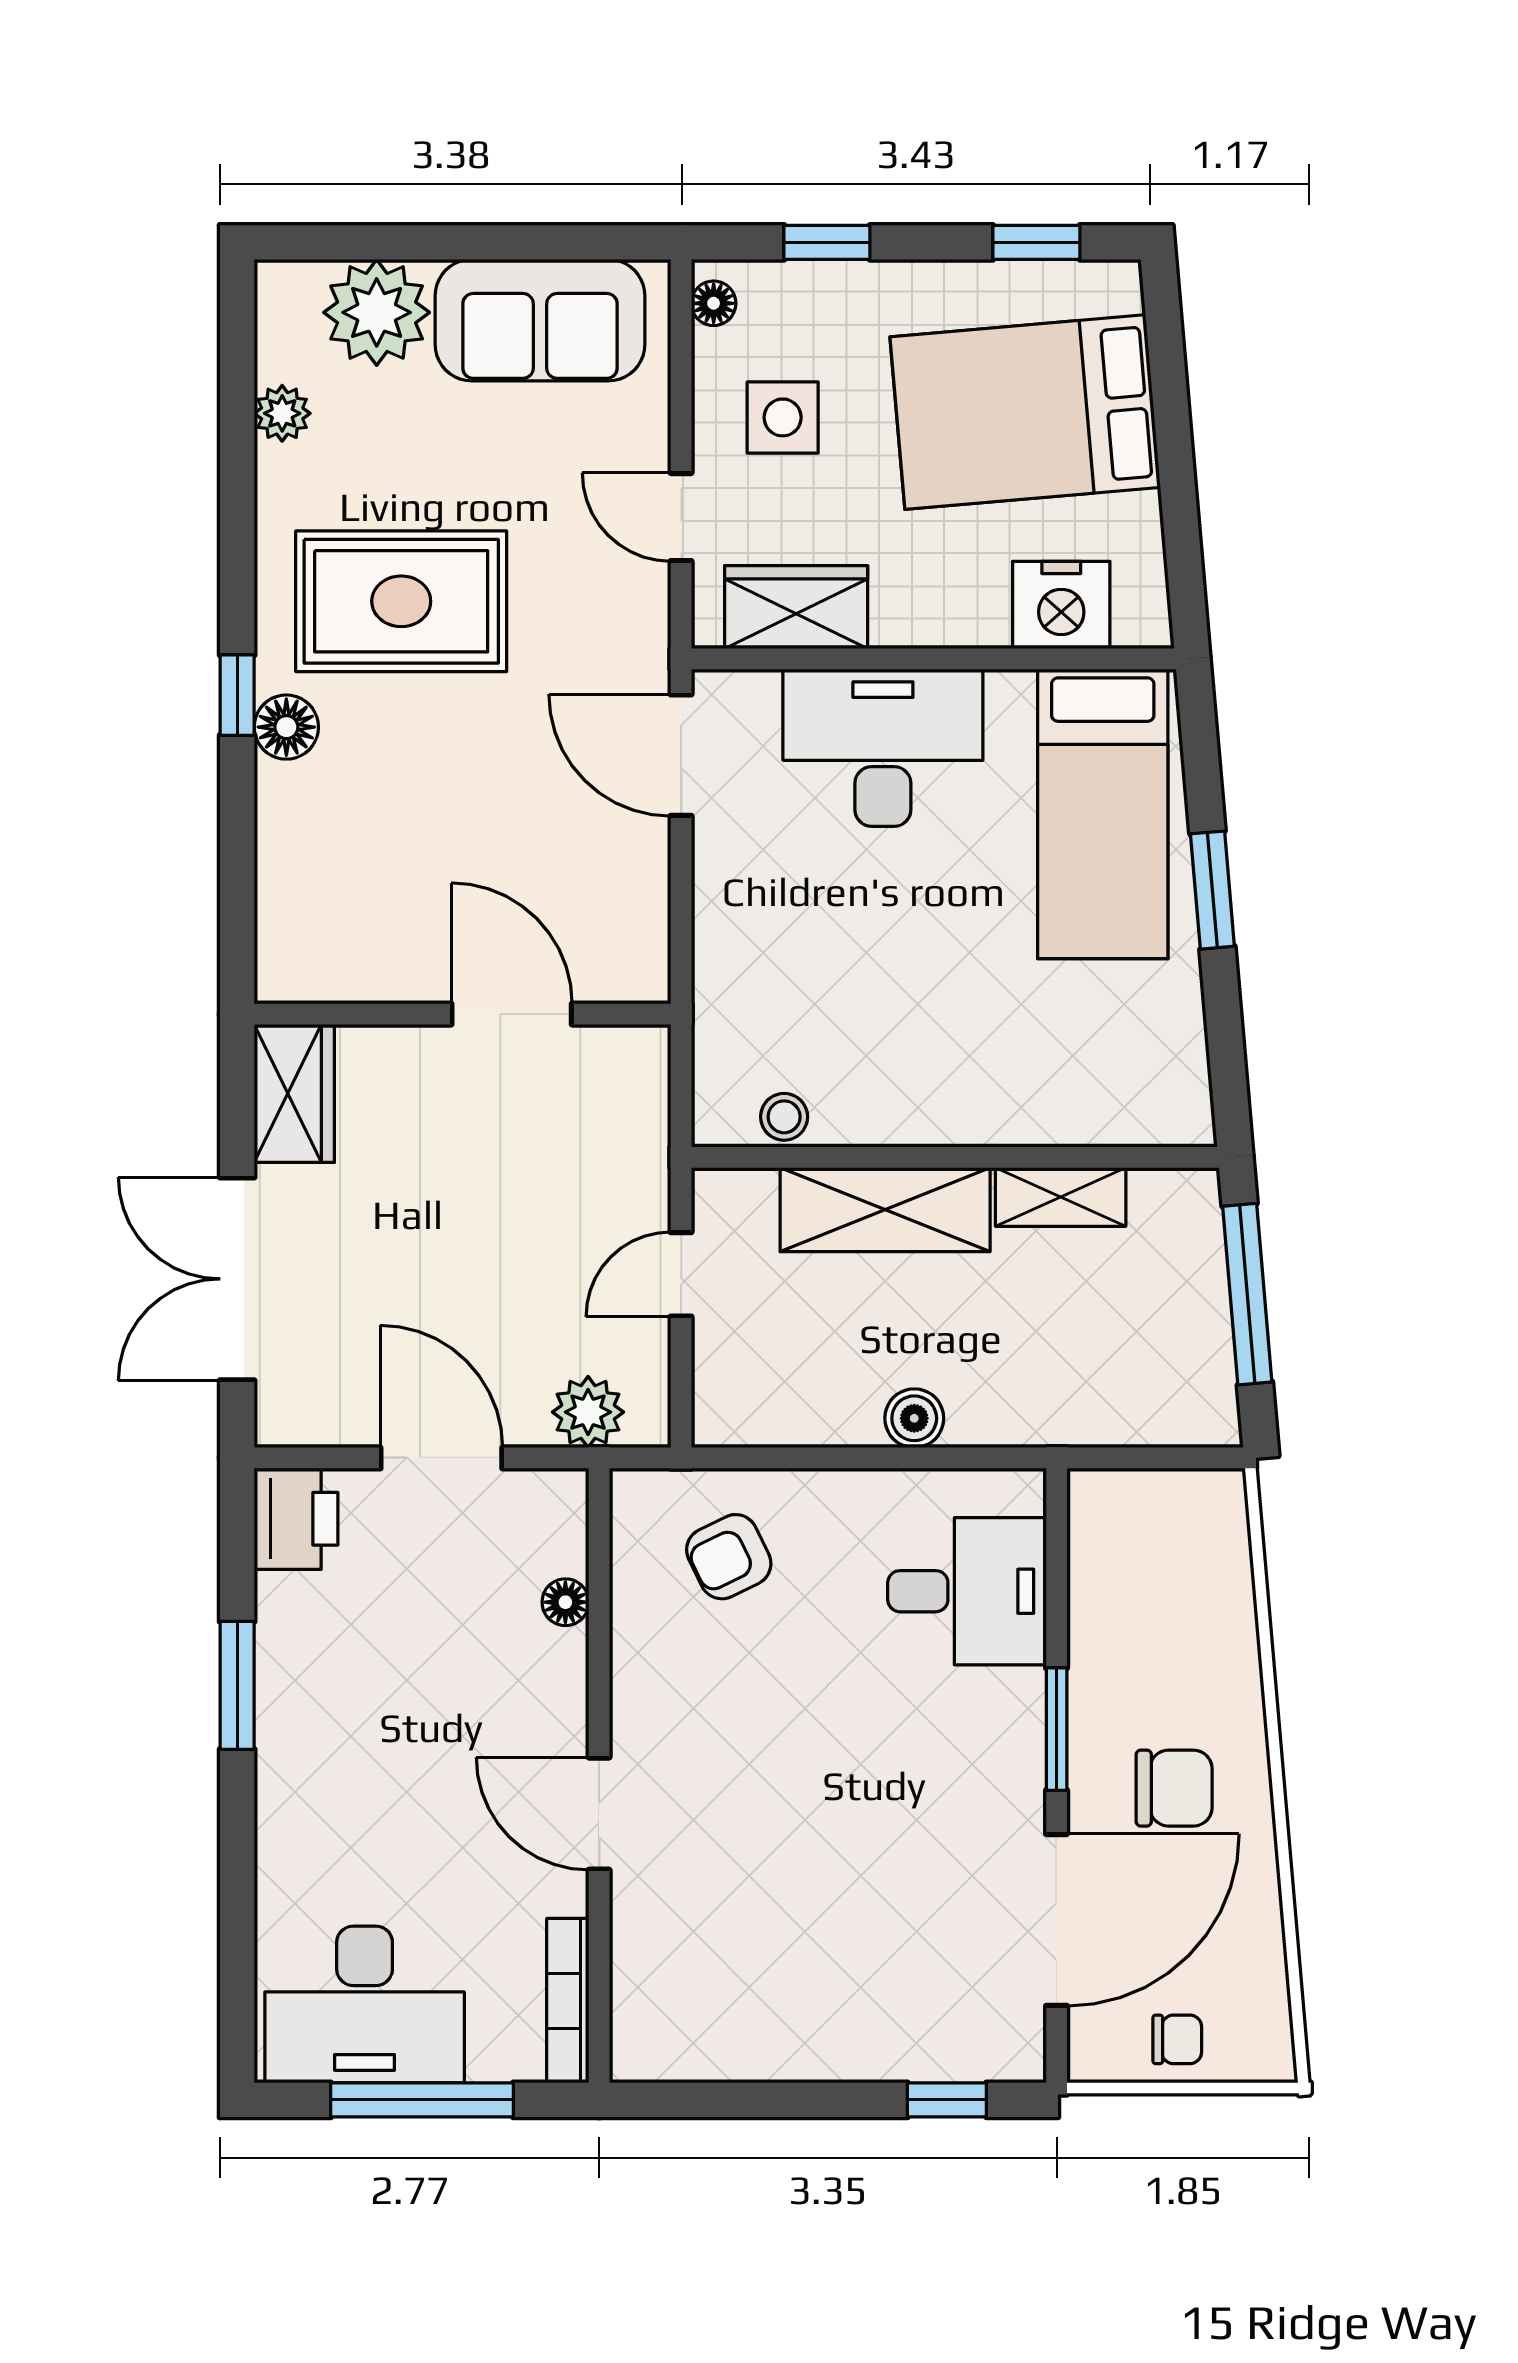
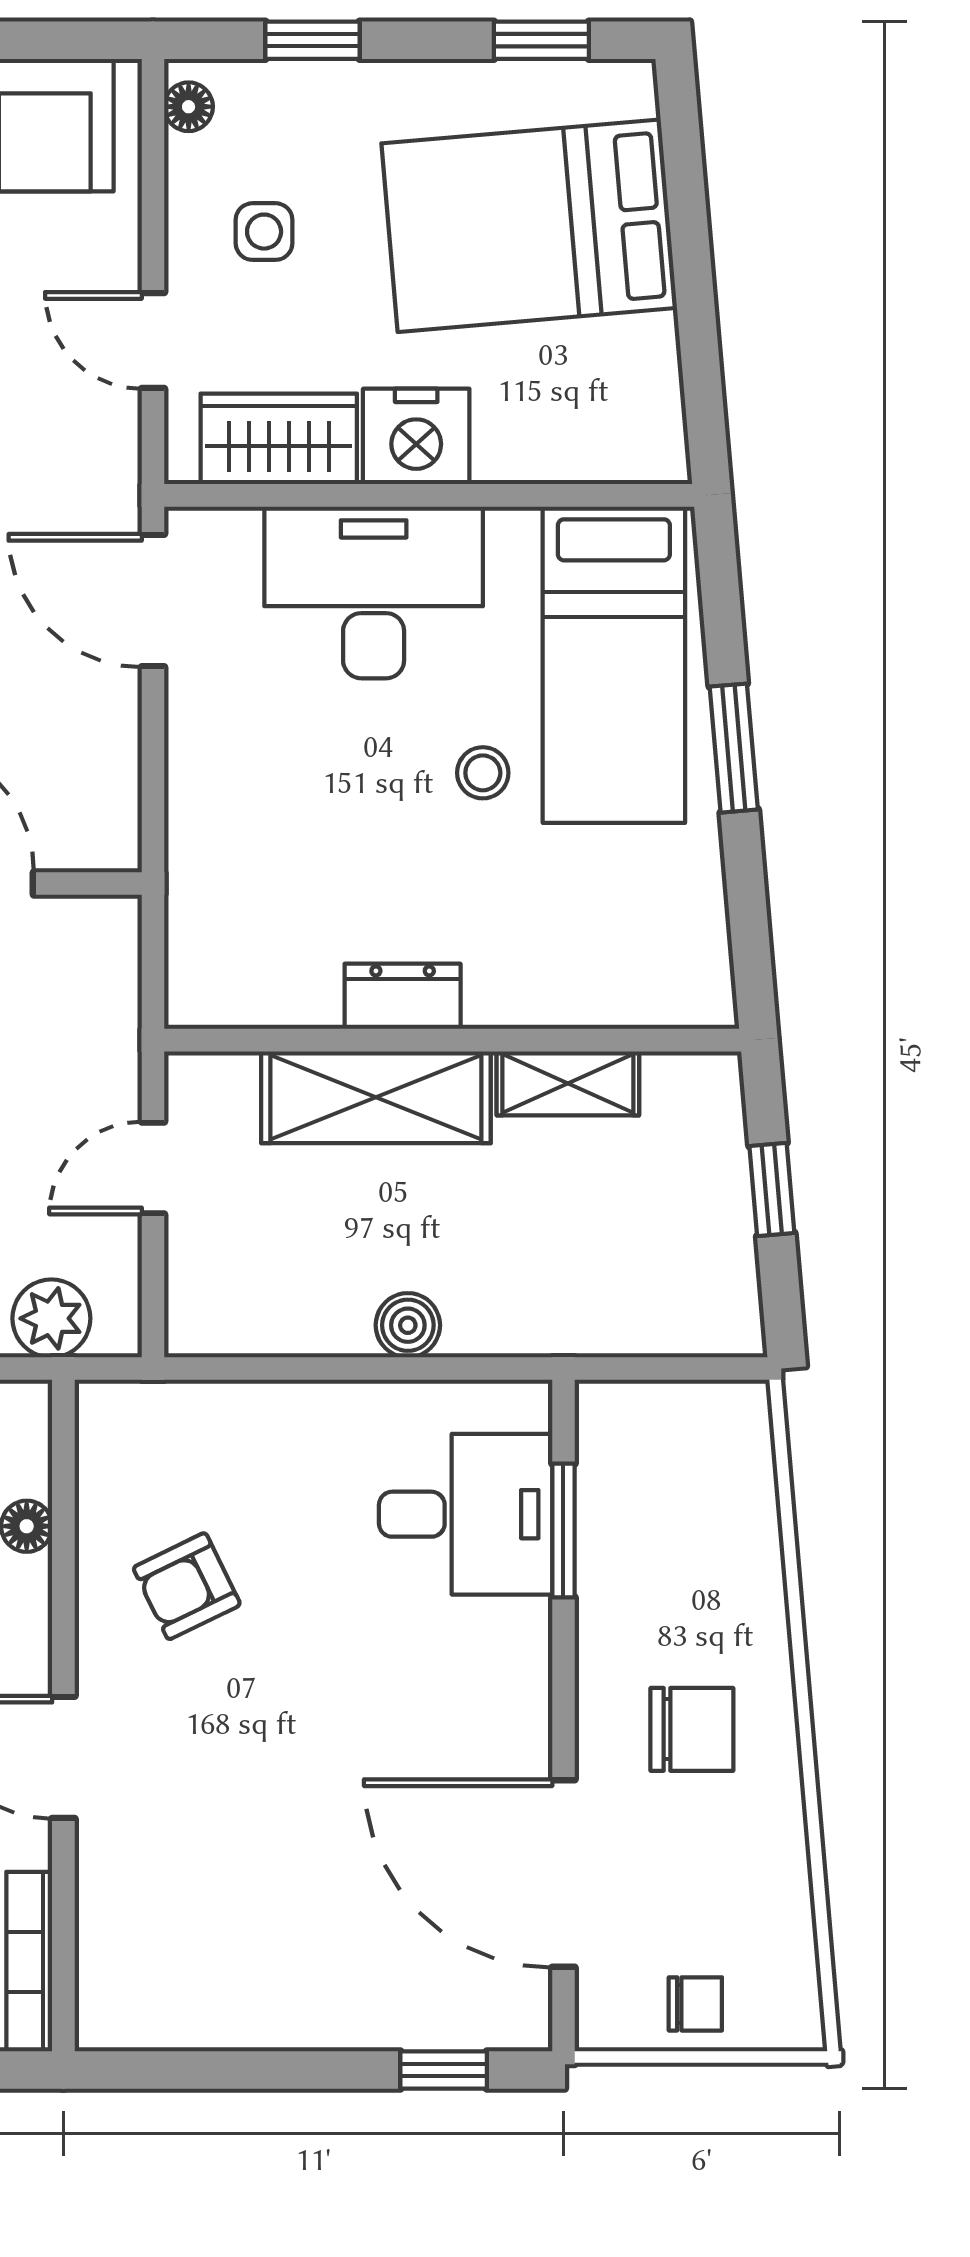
side table: (783, 417) -> (264, 232), width x0.73, depth x0.73
nightstand: (1061, 605) -> (416, 436), moved
stool: (784, 1117) -> (483, 773), moved
dresser: (909, 1117) -> (403, 996), added
window: (1247, 1294) -> (772, 1190), width x0.46
armchair: (729, 1557) -> (187, 1586), moved
window: (1057, 1729) -> (563, 1530), moved
door: (1057, 1920) -> (563, 1873), swing flipped

